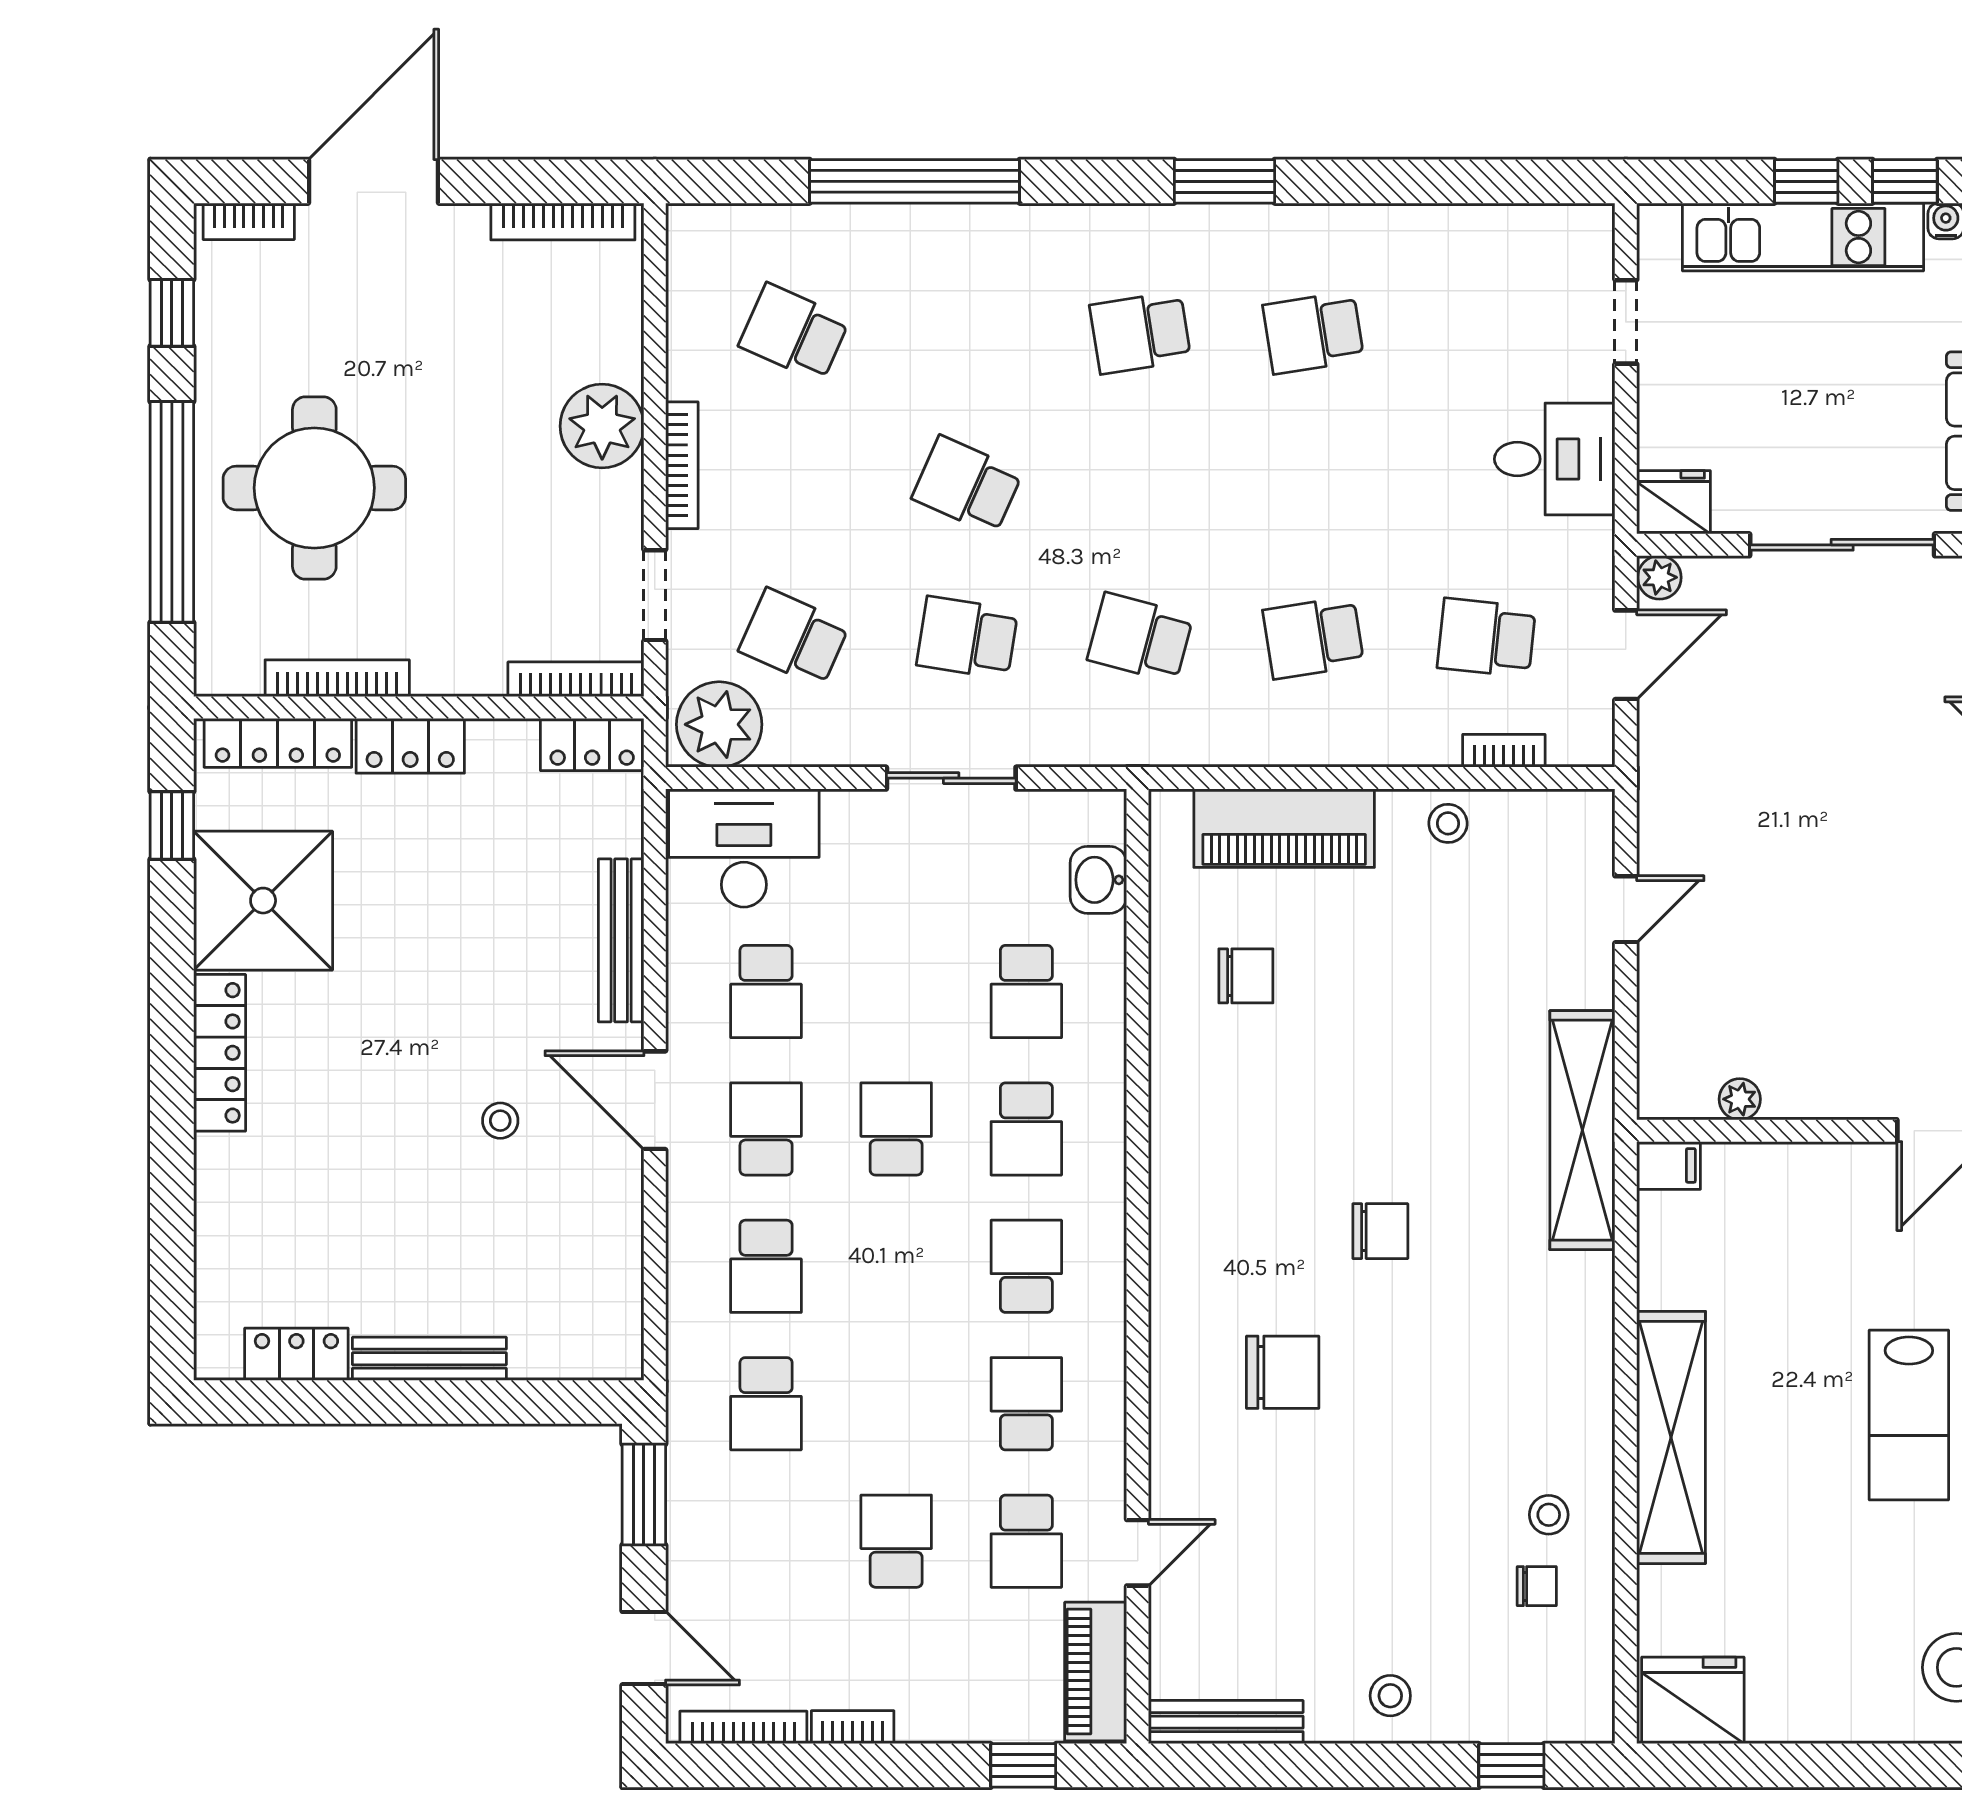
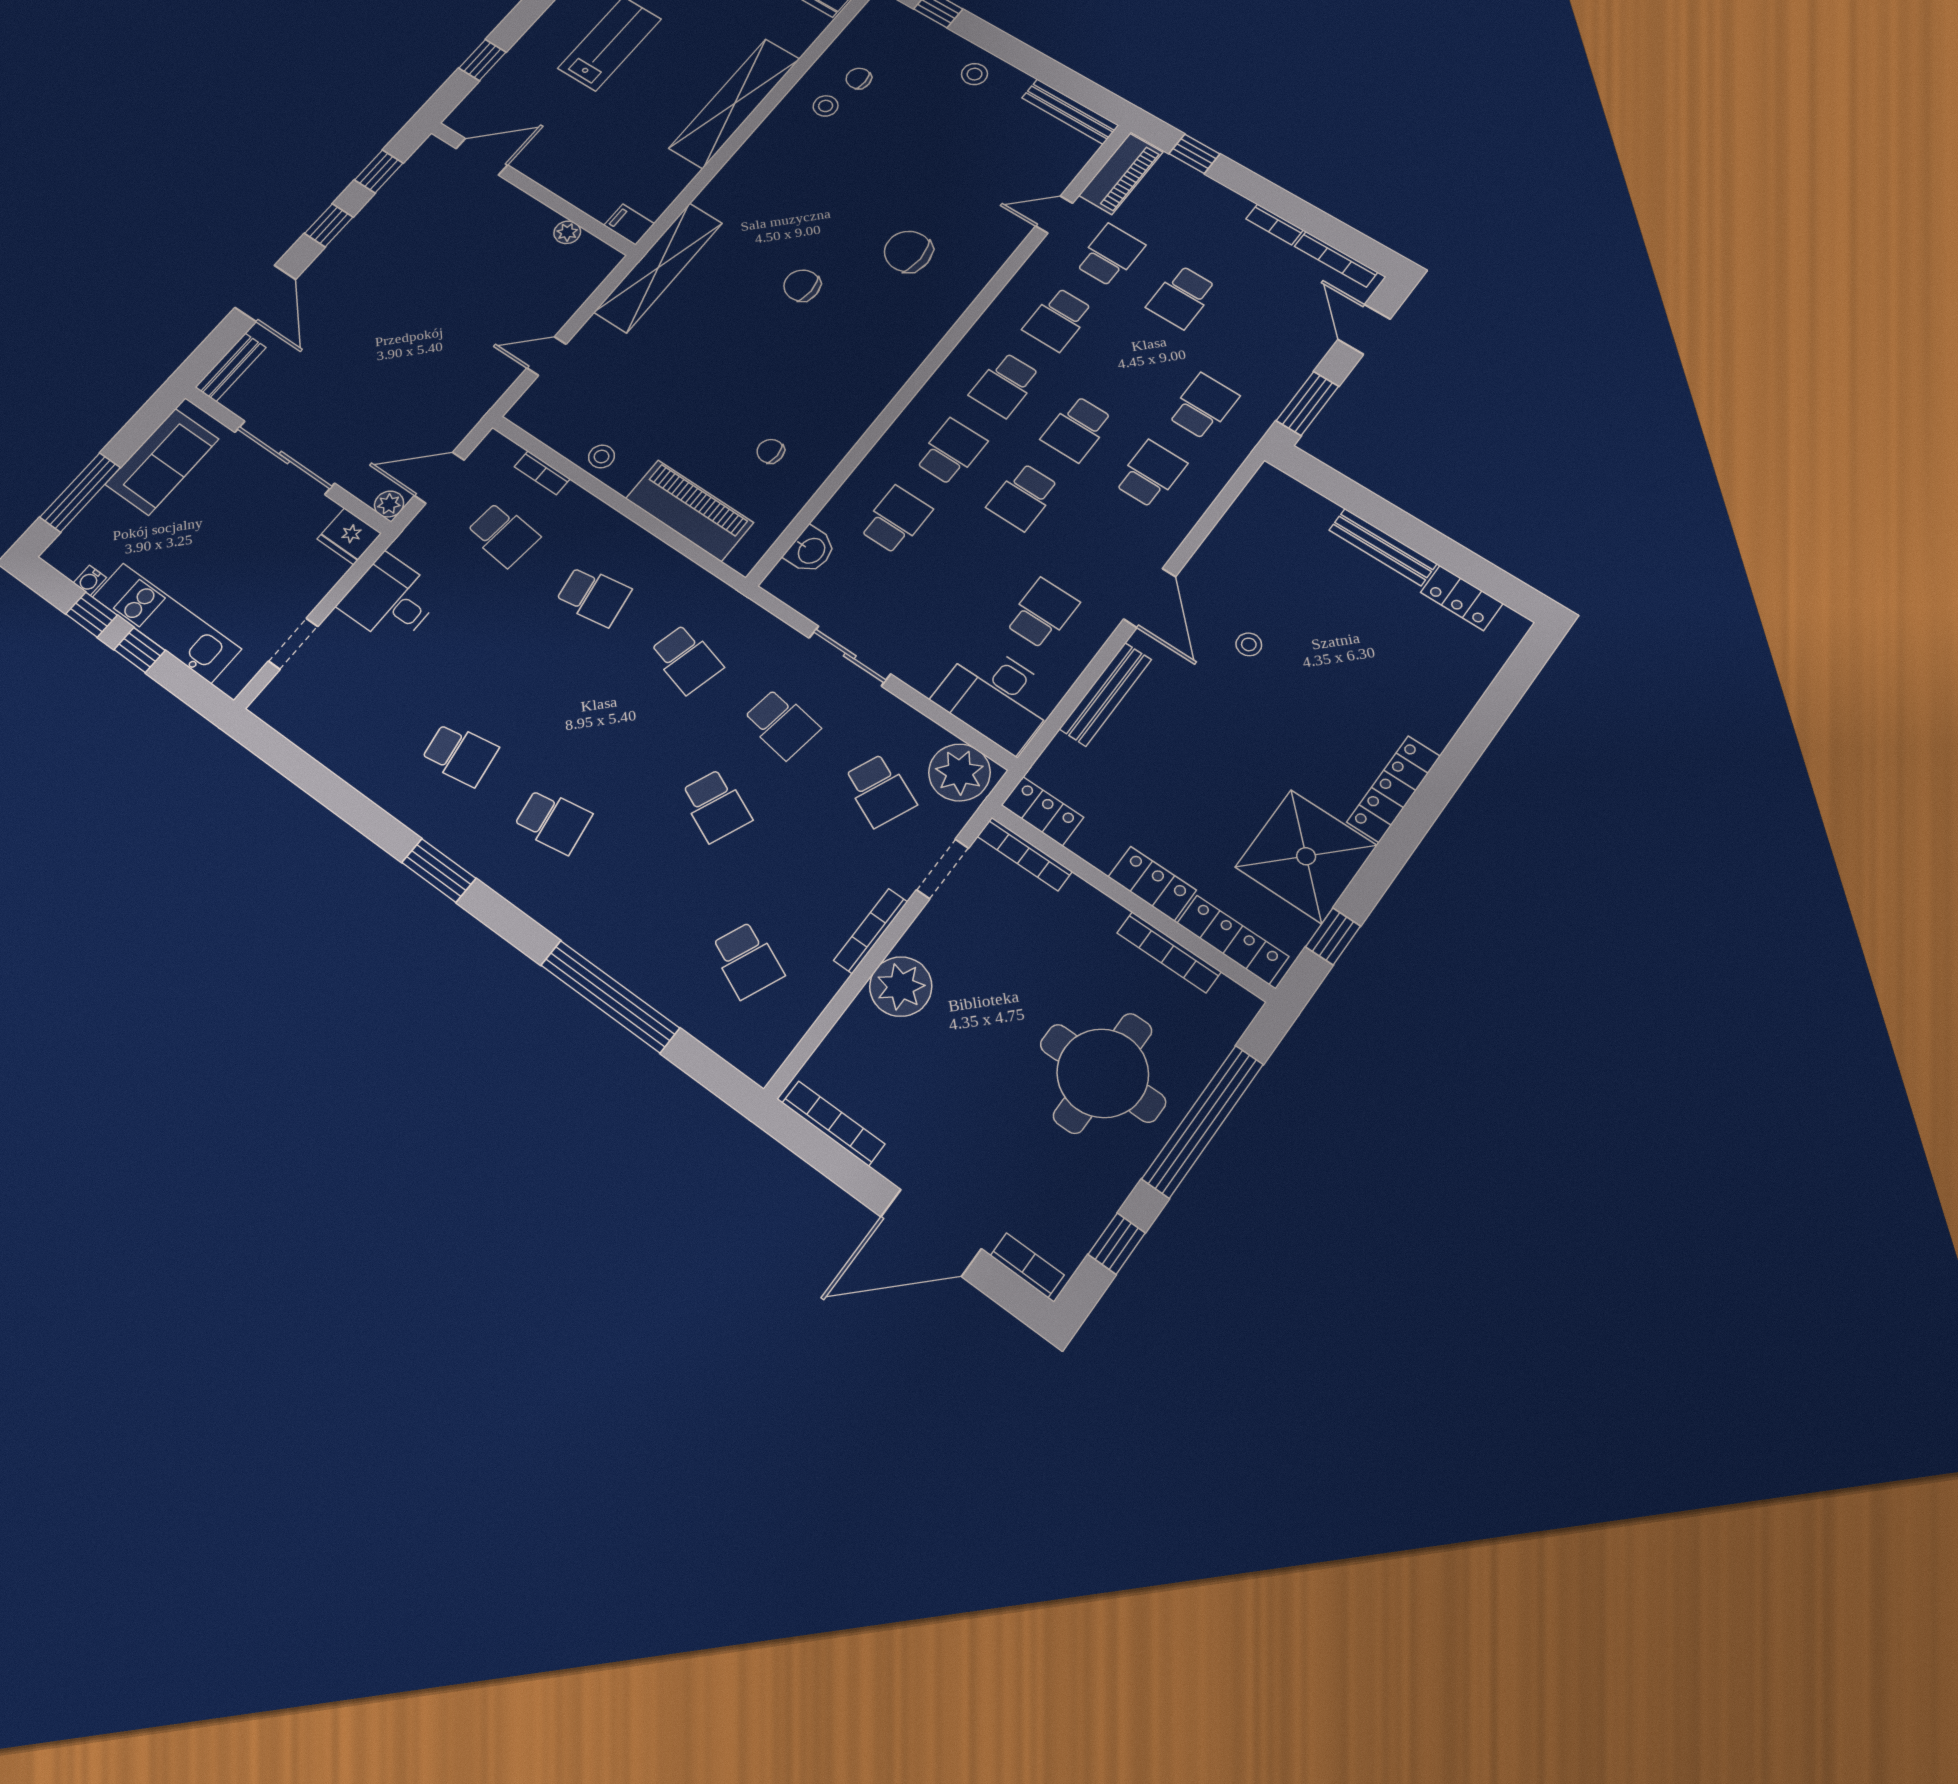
chair: (1246, 976) -> (771, 451), width x0.73, depth x0.73
school desk: (766, 1129) -> (1077, 429), moved

